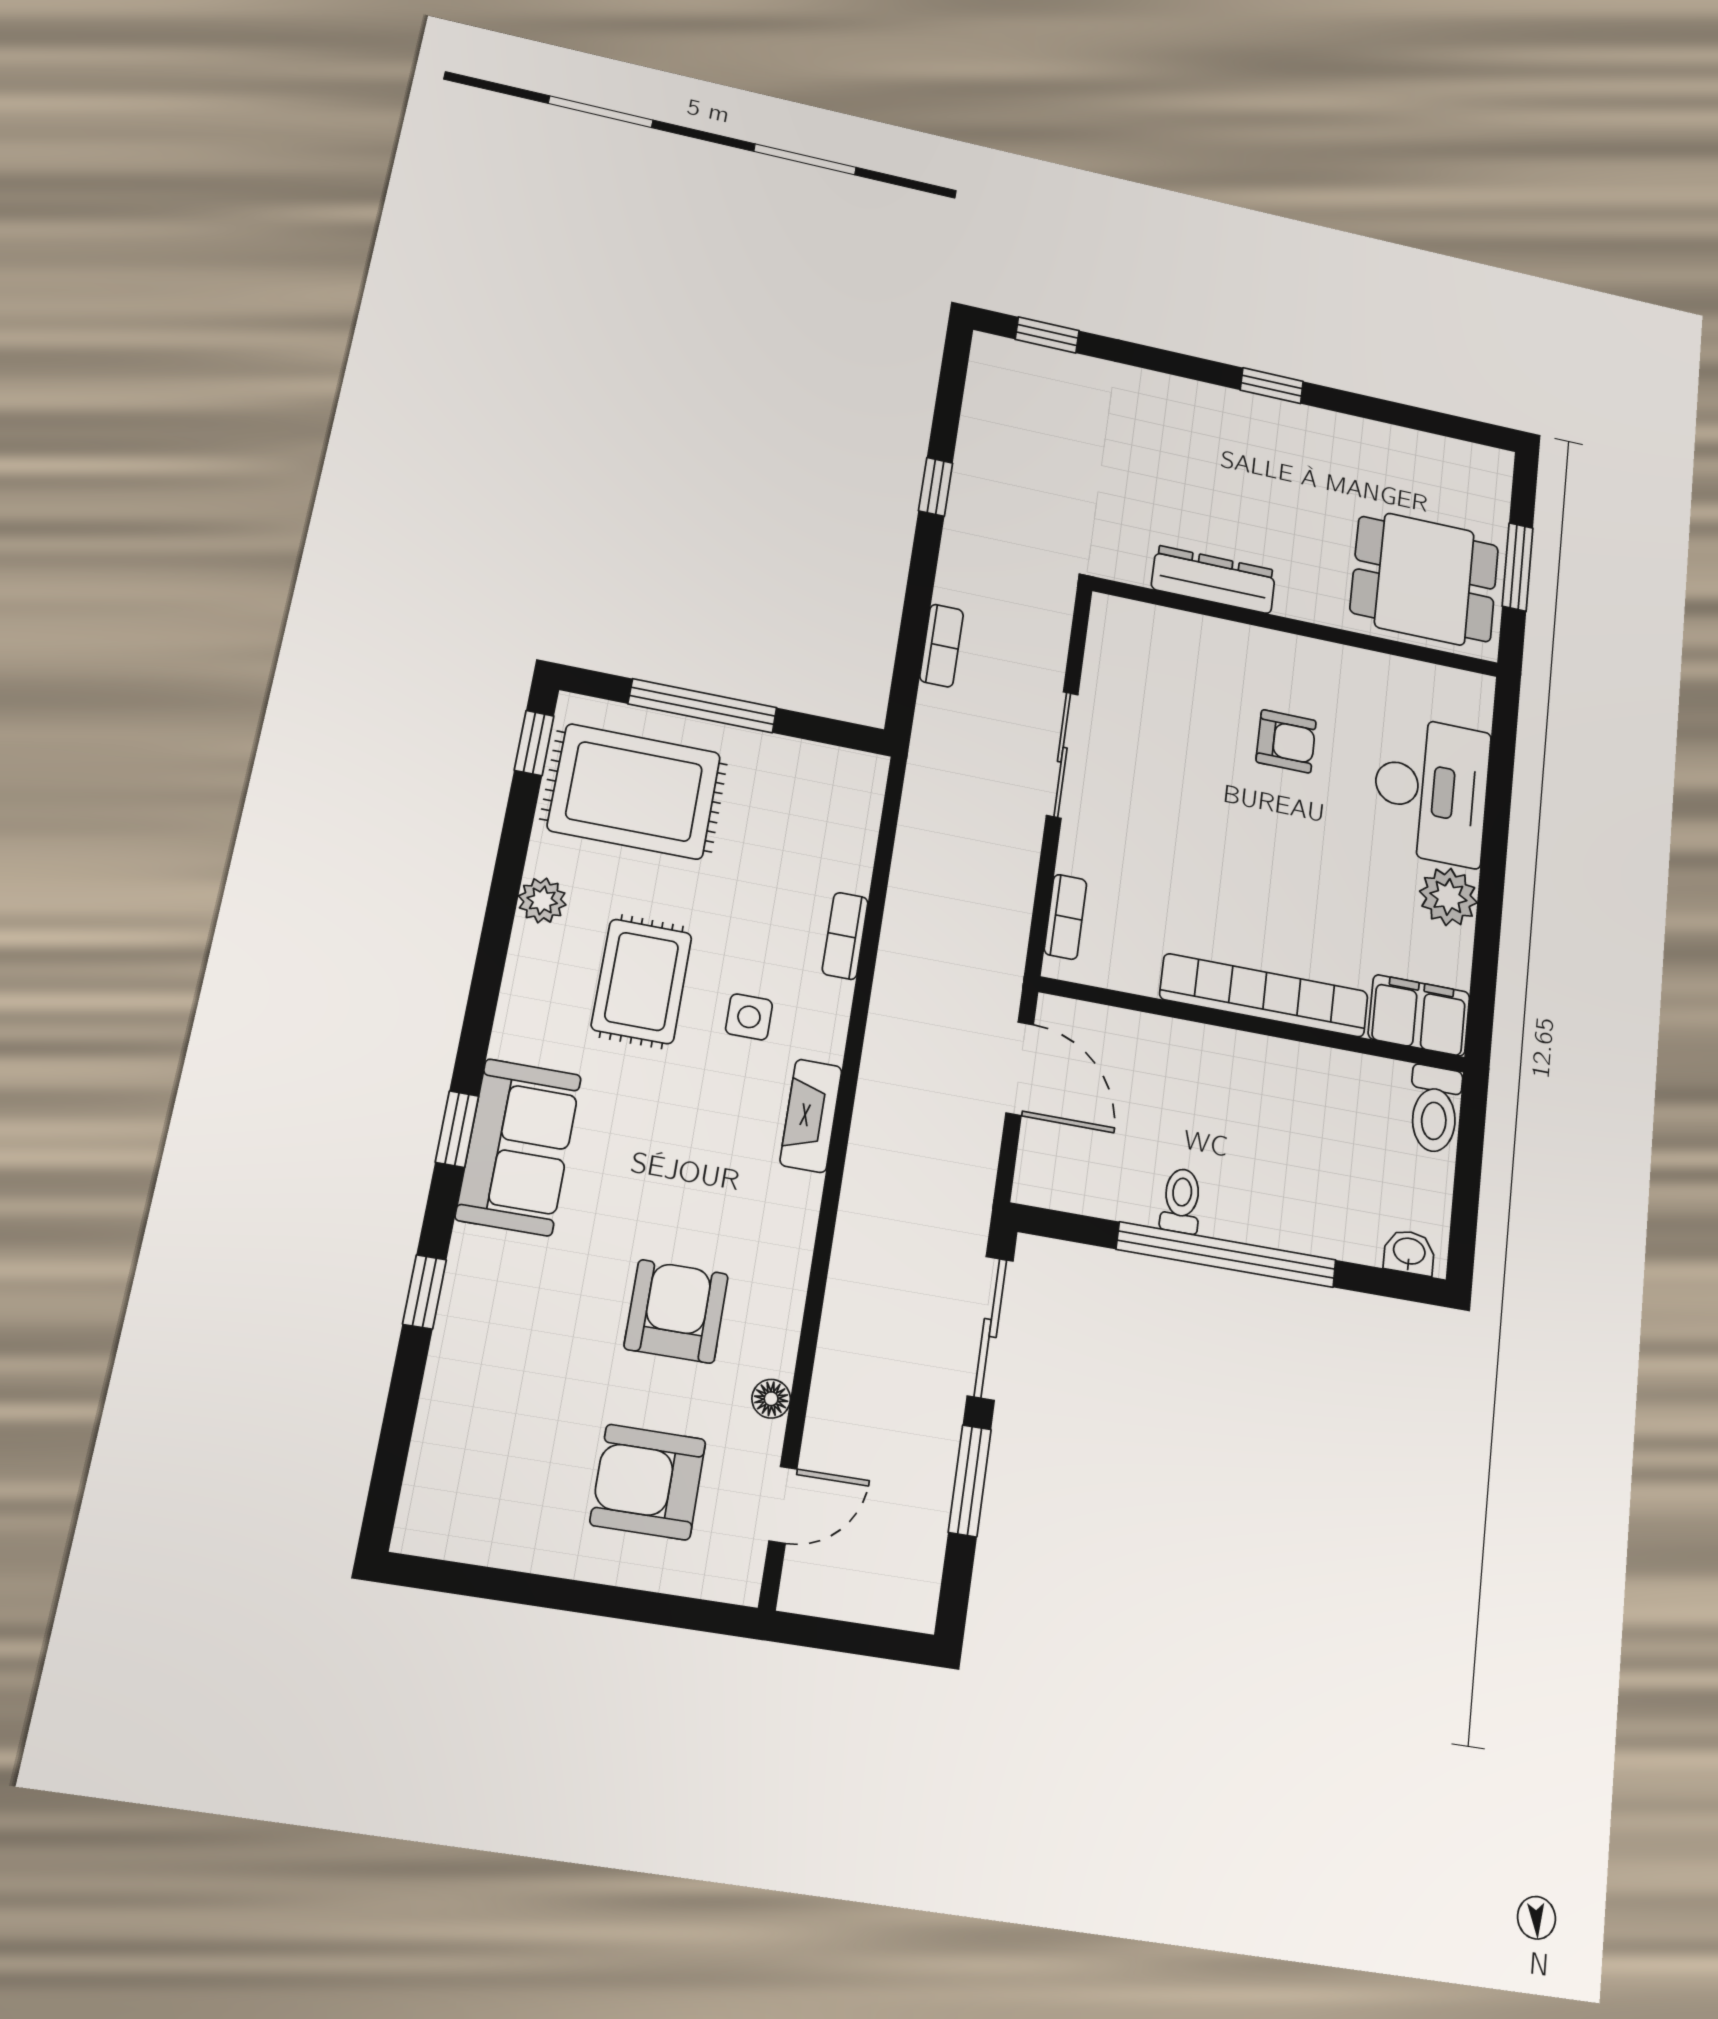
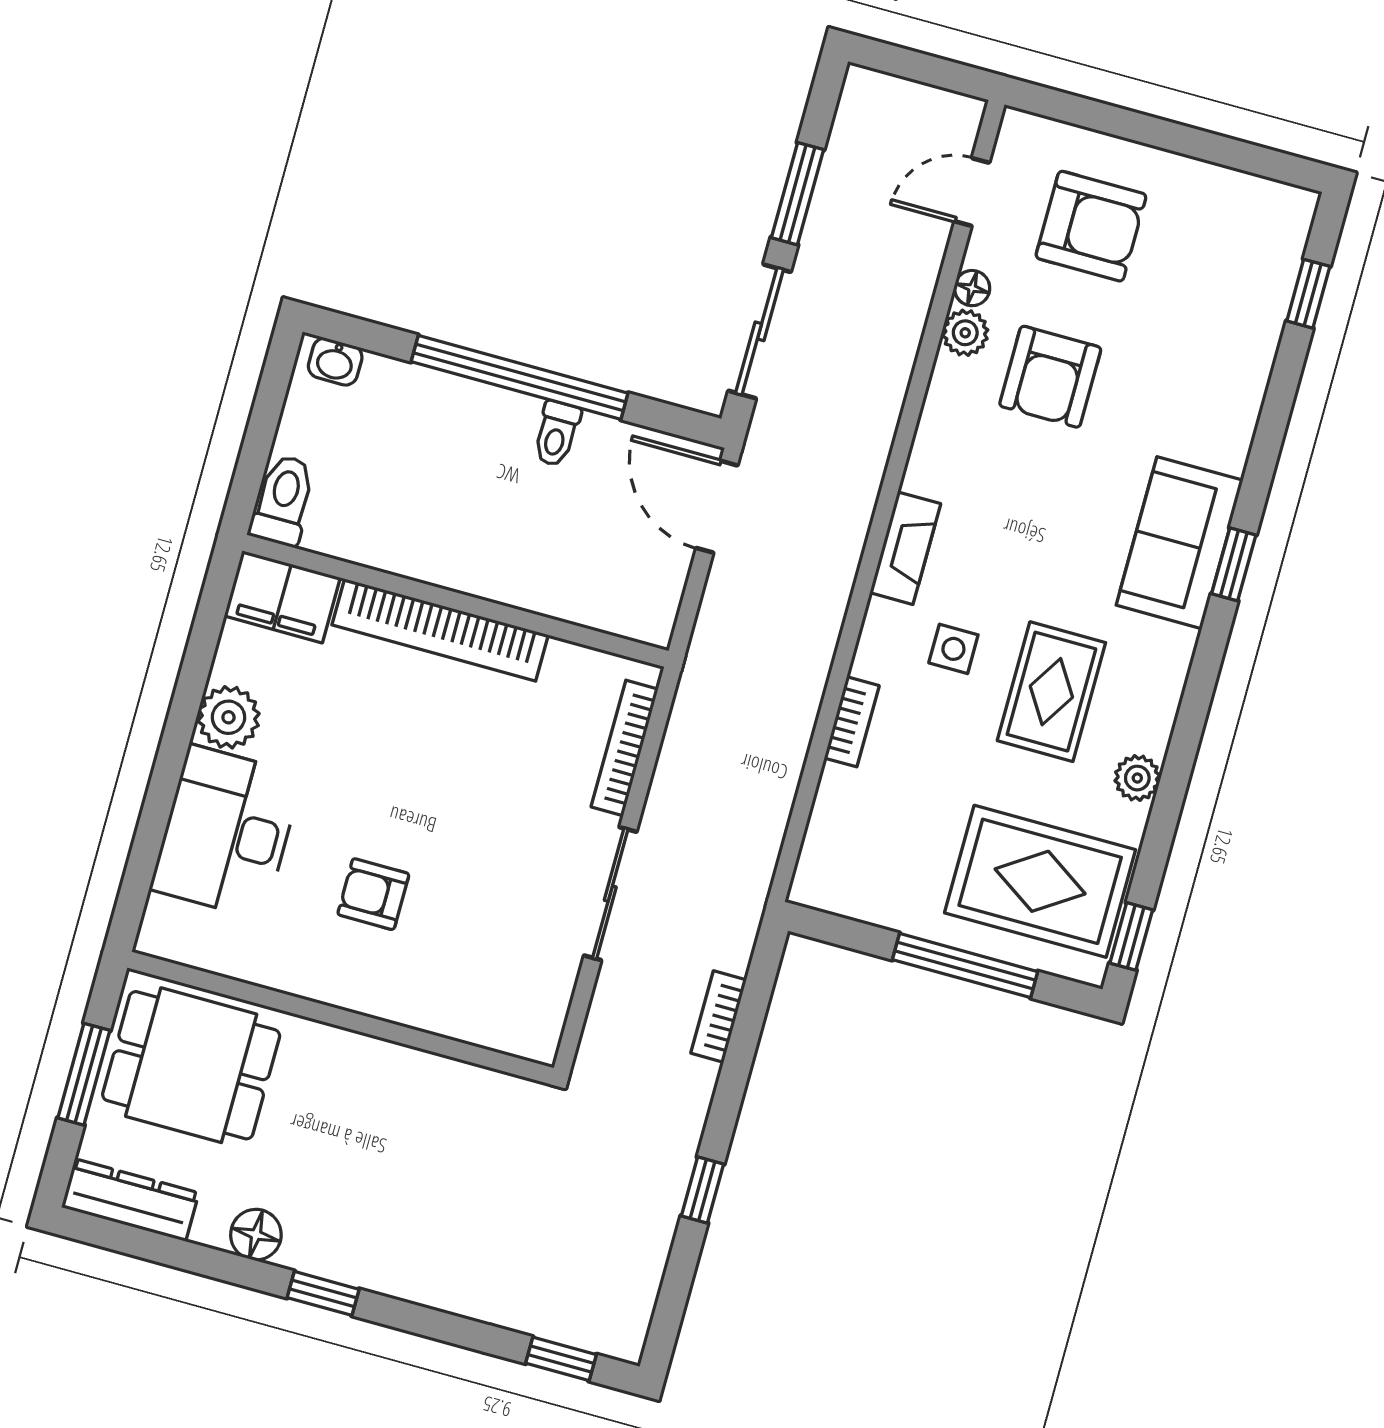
floor lamp: (1340, 434) -> (256, 1235), added
dresser: (1214, 580) -> (130, 1200), moved, turned 180
bookcase: (1065, 917) -> (625, 748), width x1.56
door: (1020, 1069) -> (717, 507), moved
window: (424, 1292) -> (1308, 294), moved
plant: (773, 1349) -> (965, 333), added

